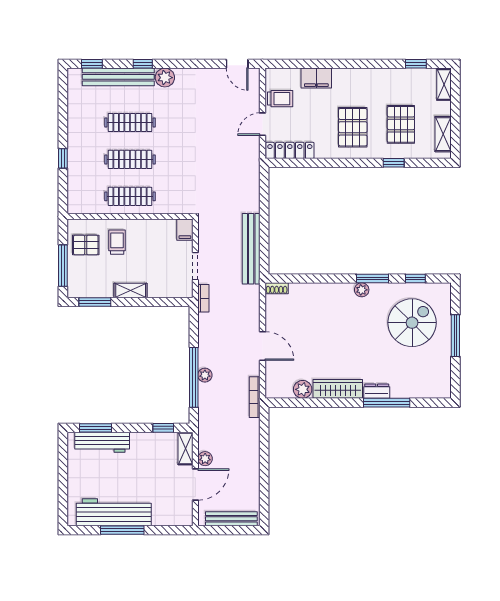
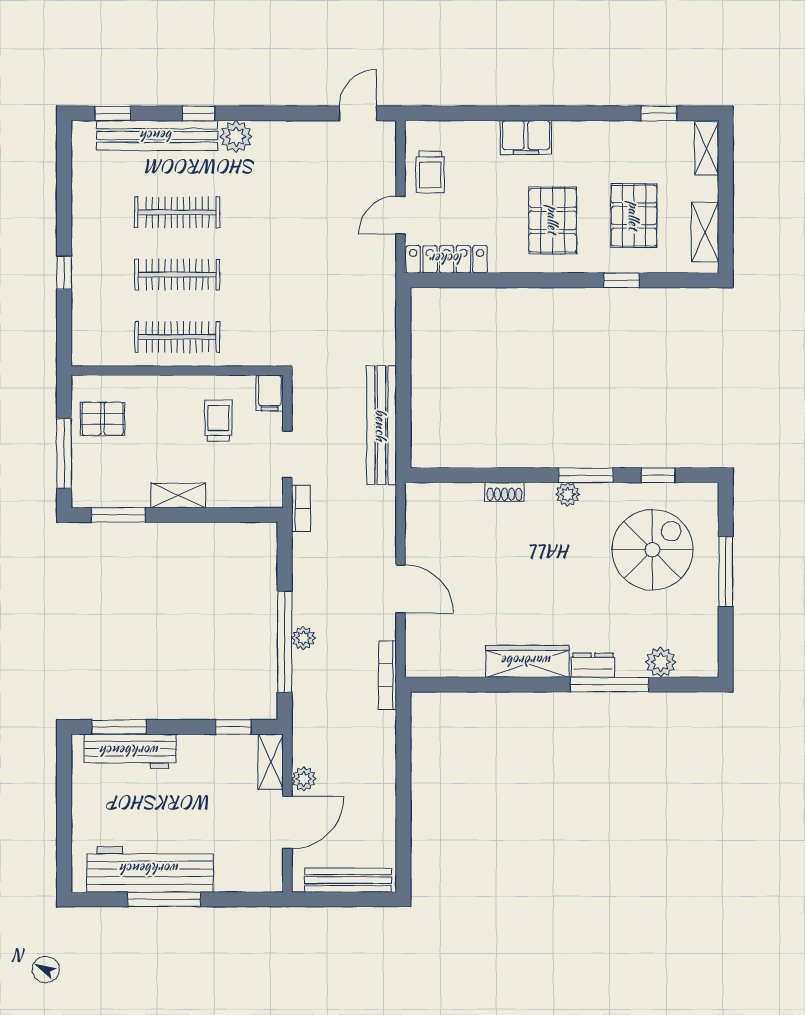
door: (237, 64) -> (358, 113), swing flipped
filing cabinet: (316, 78) -> (526, 138), moved
trolley: (280, 99) -> (430, 172), turned 90
trolley: (117, 242) -> (218, 421), moved
shoe rack: (277, 288) -> (504, 492), moved
plant: (303, 389) -> (661, 662), moved

